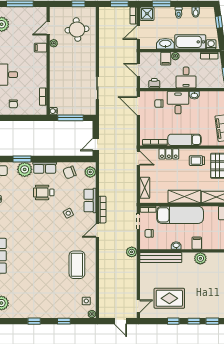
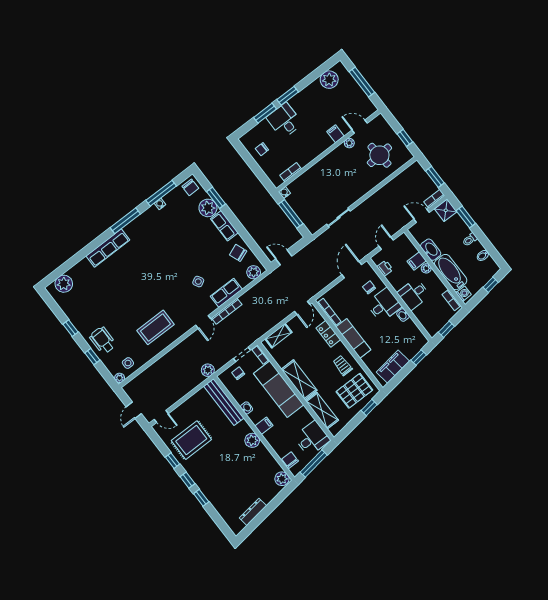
wheelchair: (44, 192) -> (103, 340), moved
door: (97, 231) -> (203, 322), swing flipped
rug: (169, 298) -> (191, 440), turned 90

